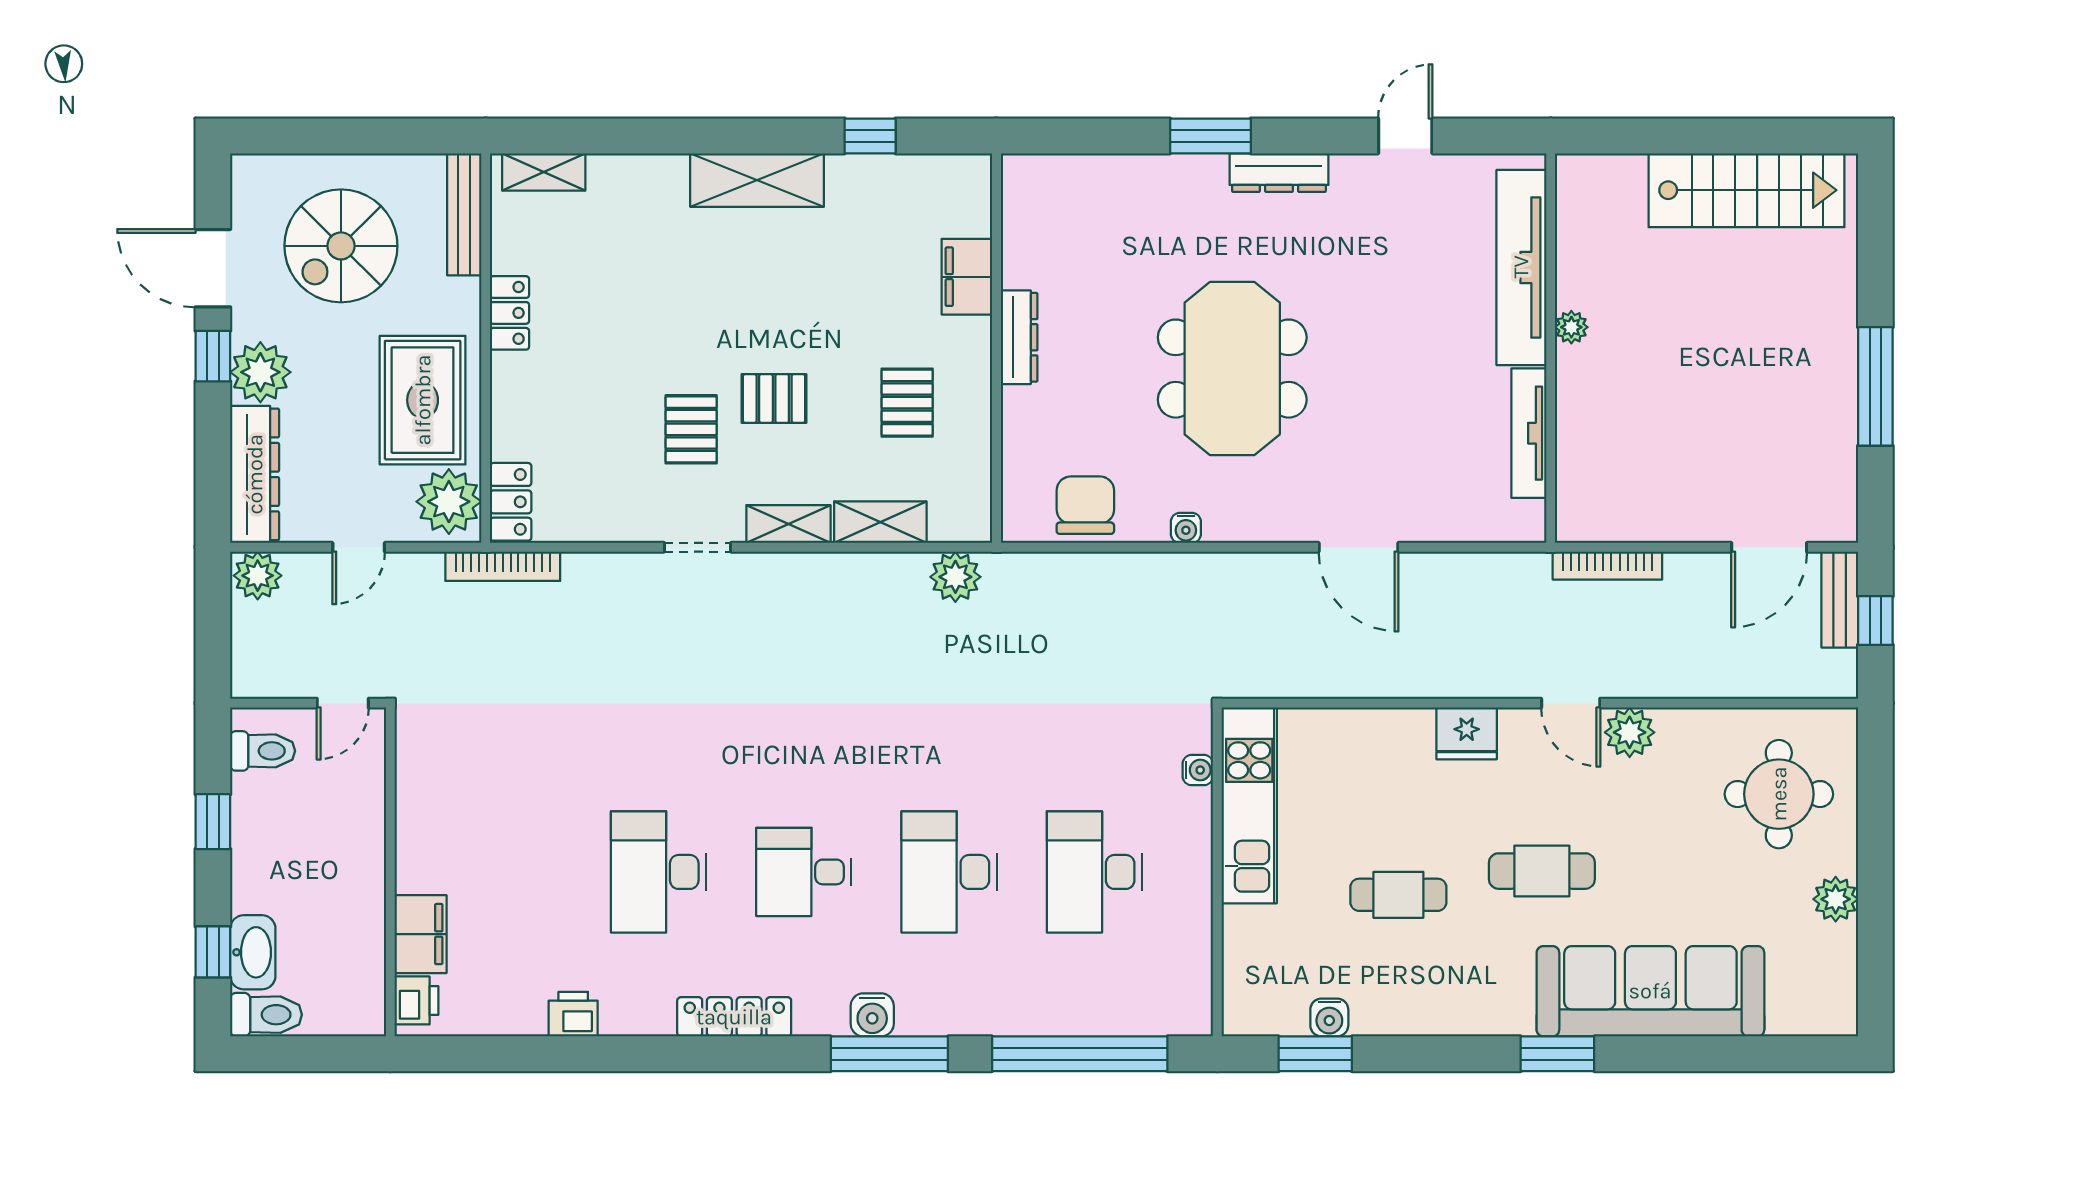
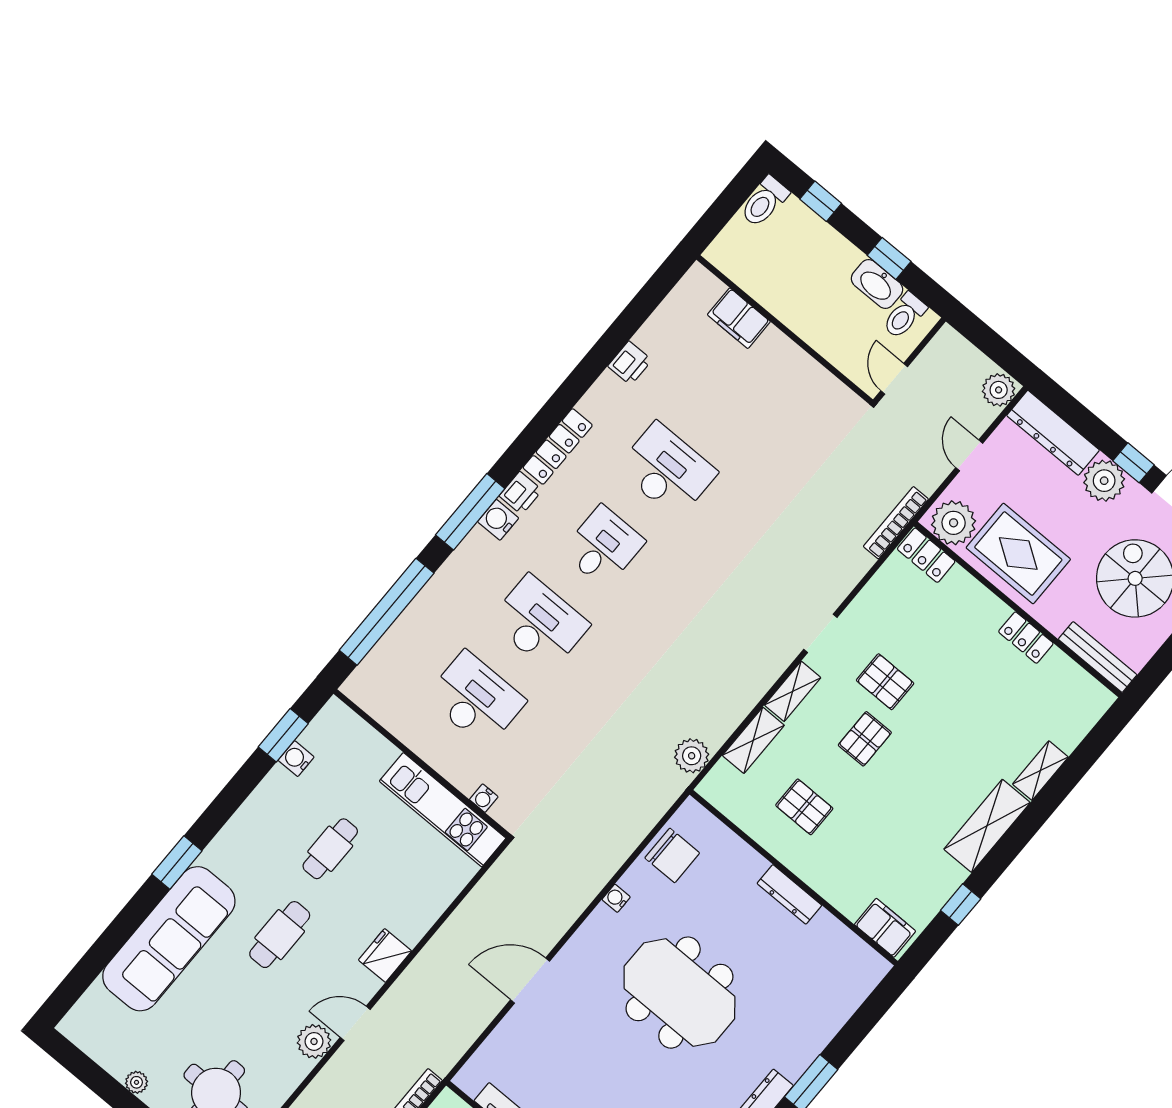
shelving: (544, 172) -> (1040, 771), moved
filing cabinet: (967, 277) -> (885, 928), moved
plant: (1836, 899) -> (137, 1082), width x0.73, depth x0.73
washbasin: (253, 952) -> (877, 284), moved
printer: (416, 1000) -> (521, 493), moved, turned -90

